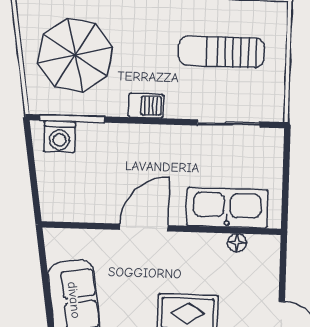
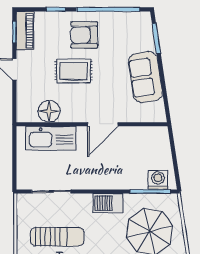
barbecue: (146, 106) -> (108, 203), width x1.38, depth x1.27
floor lamp: (237, 243) -> (49, 111), width x1.89, depth x1.89

